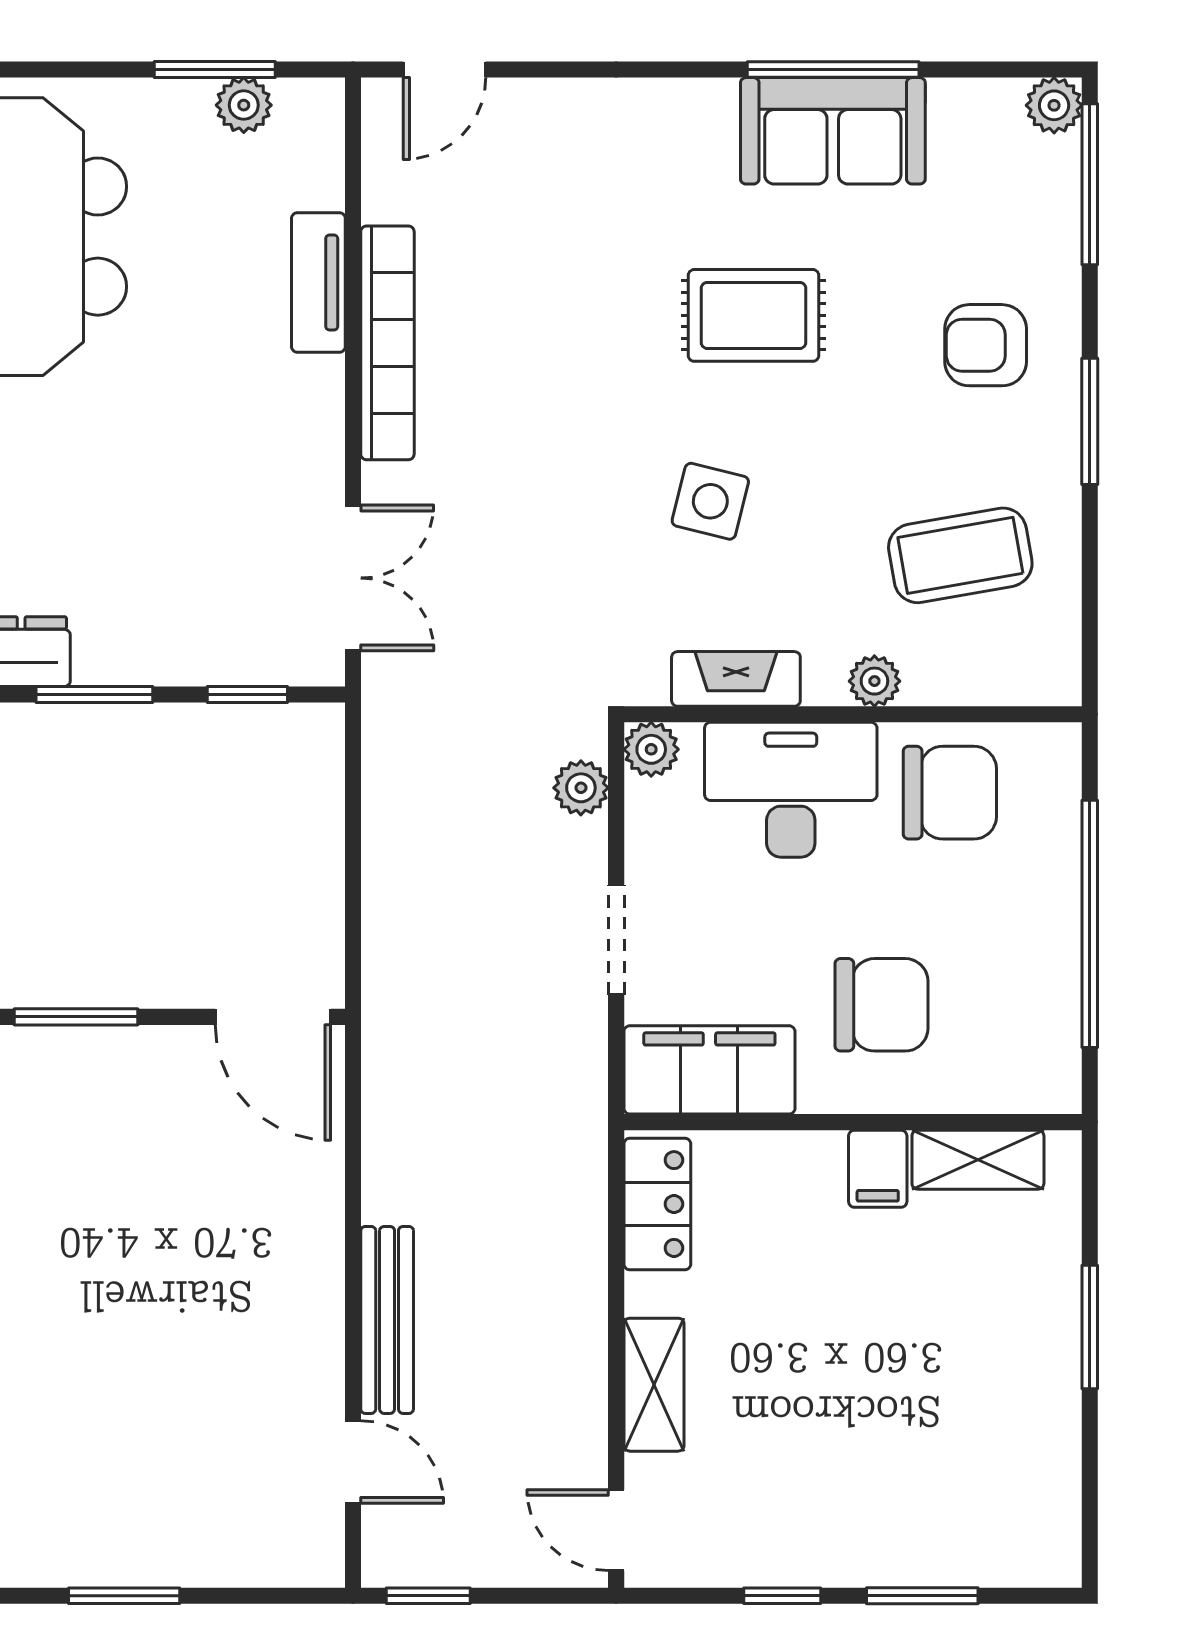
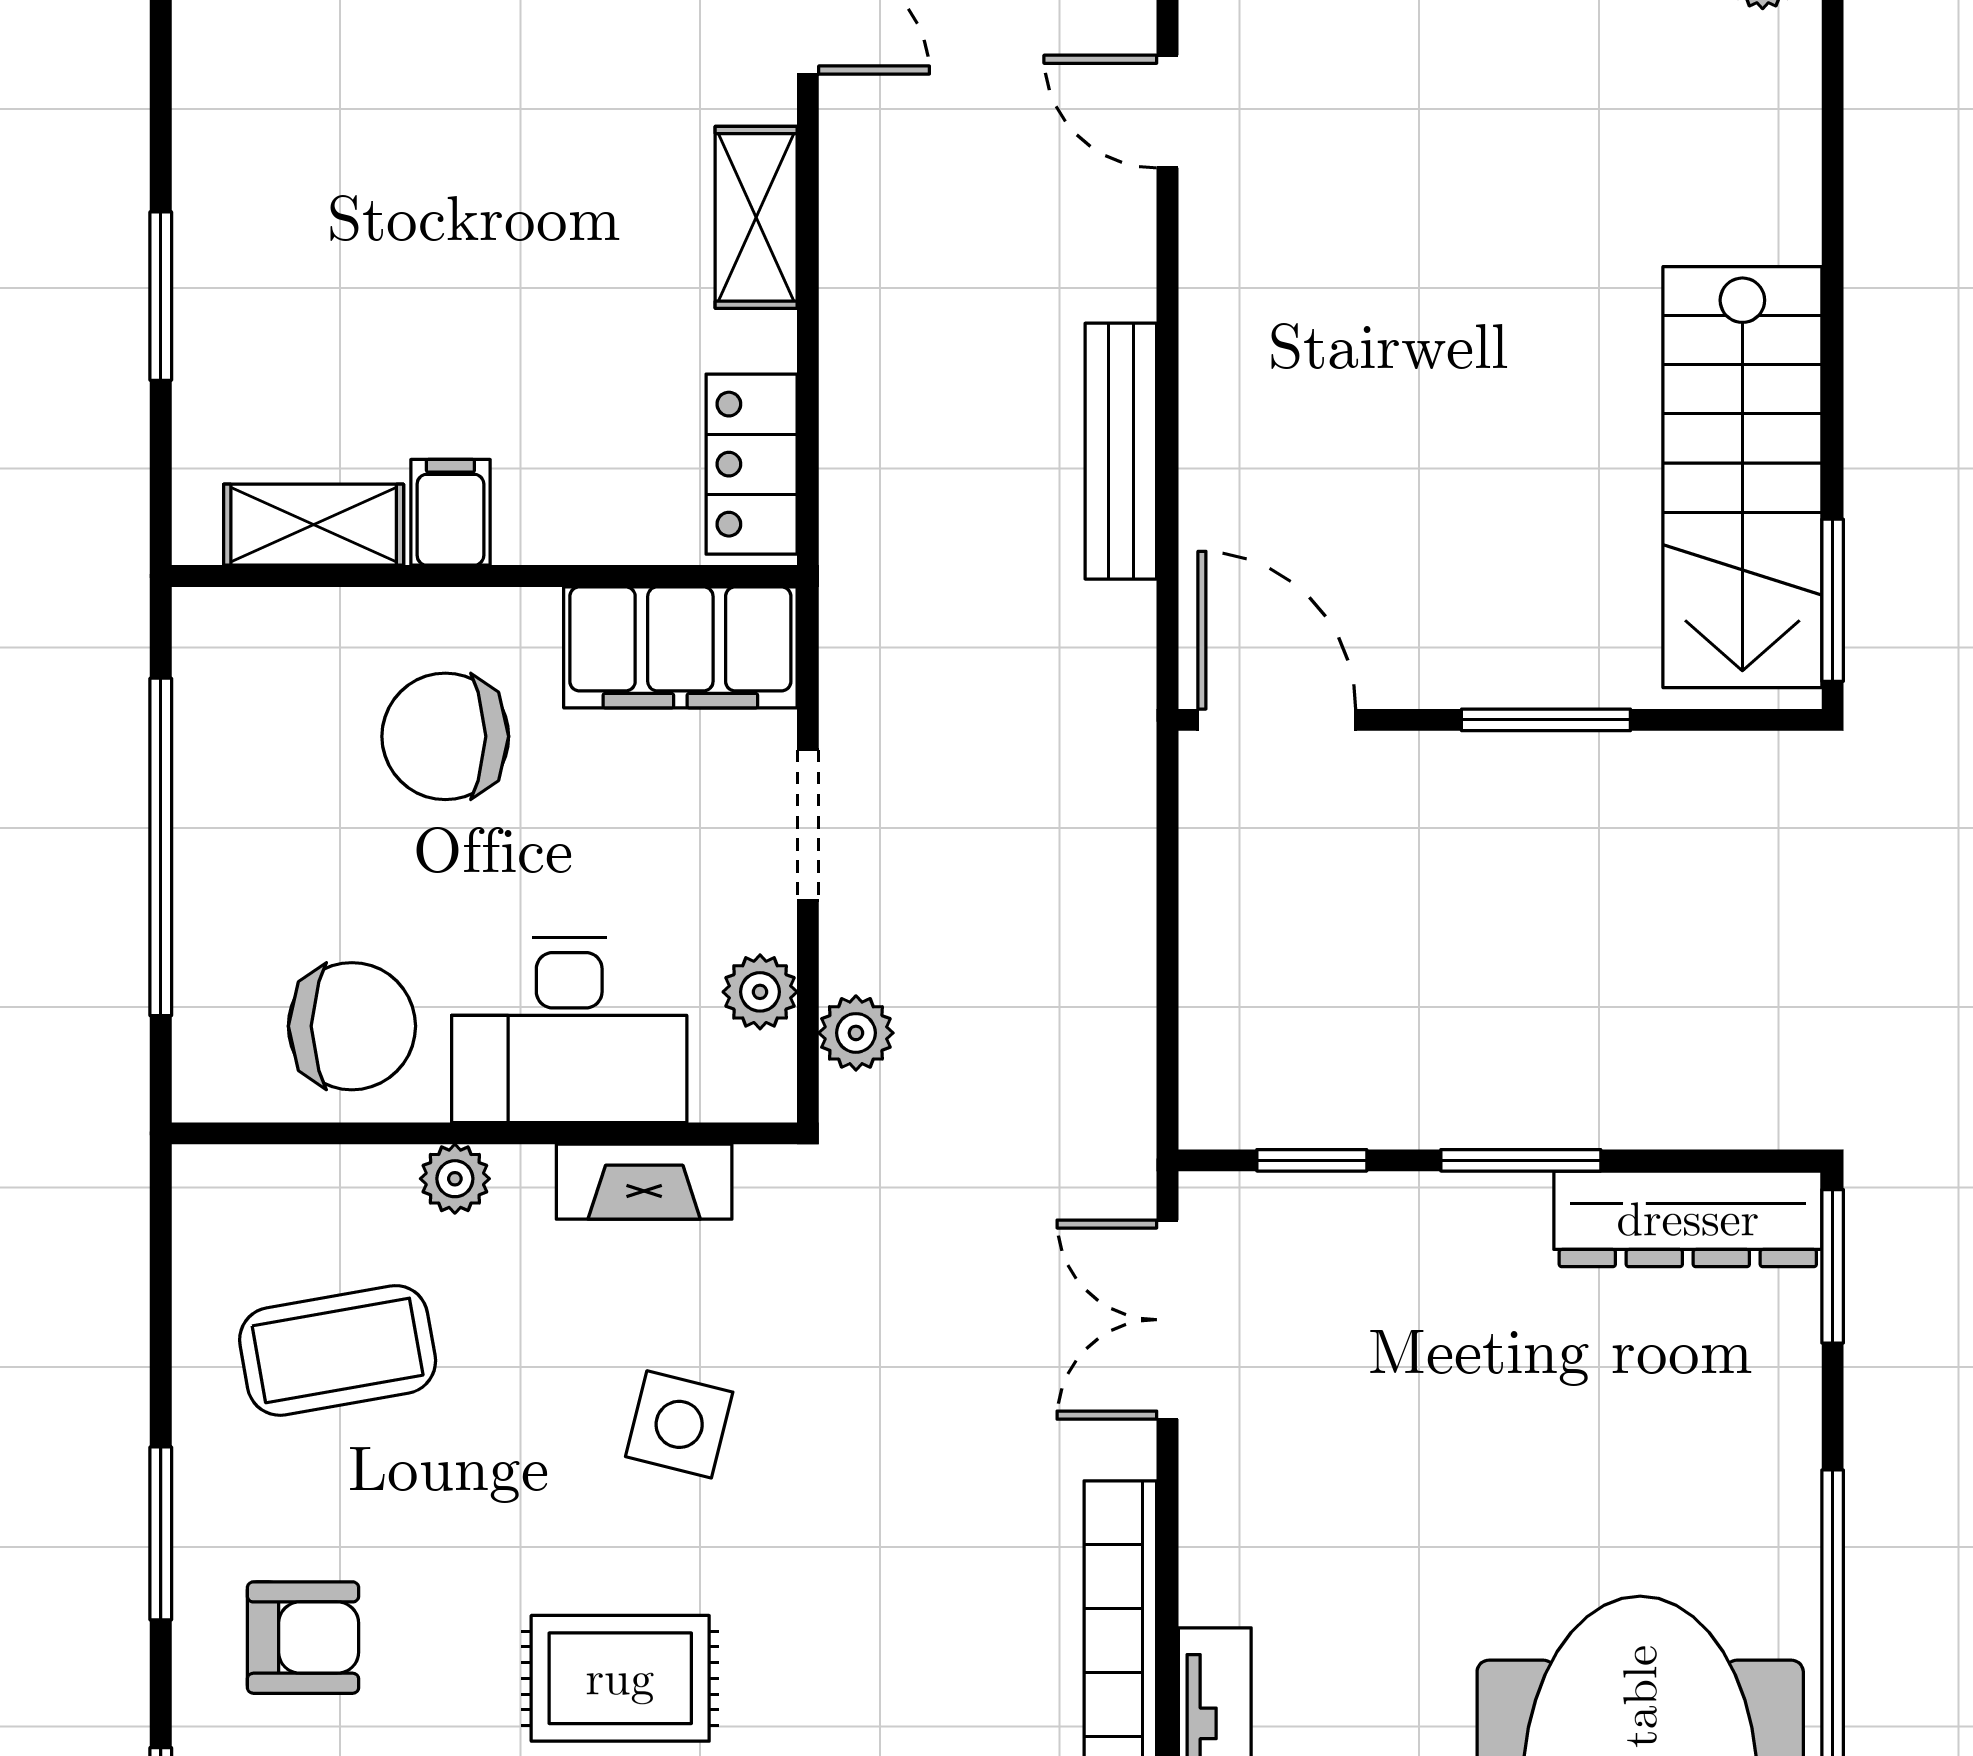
plant: (651, 749) -> (760, 992), moved
chair: (950, 793) -> (352, 1026), turned 180
bench: (387, 1320) -> (1121, 451), moved

